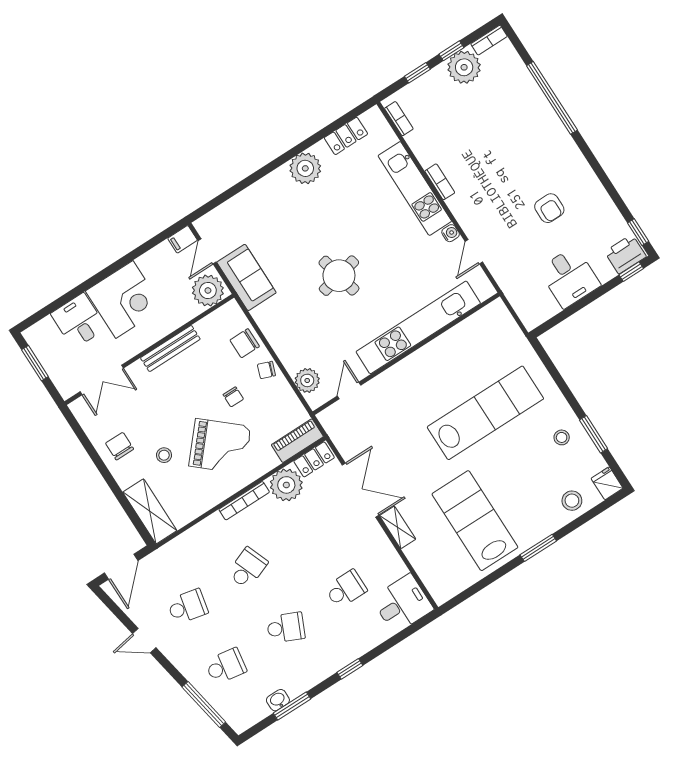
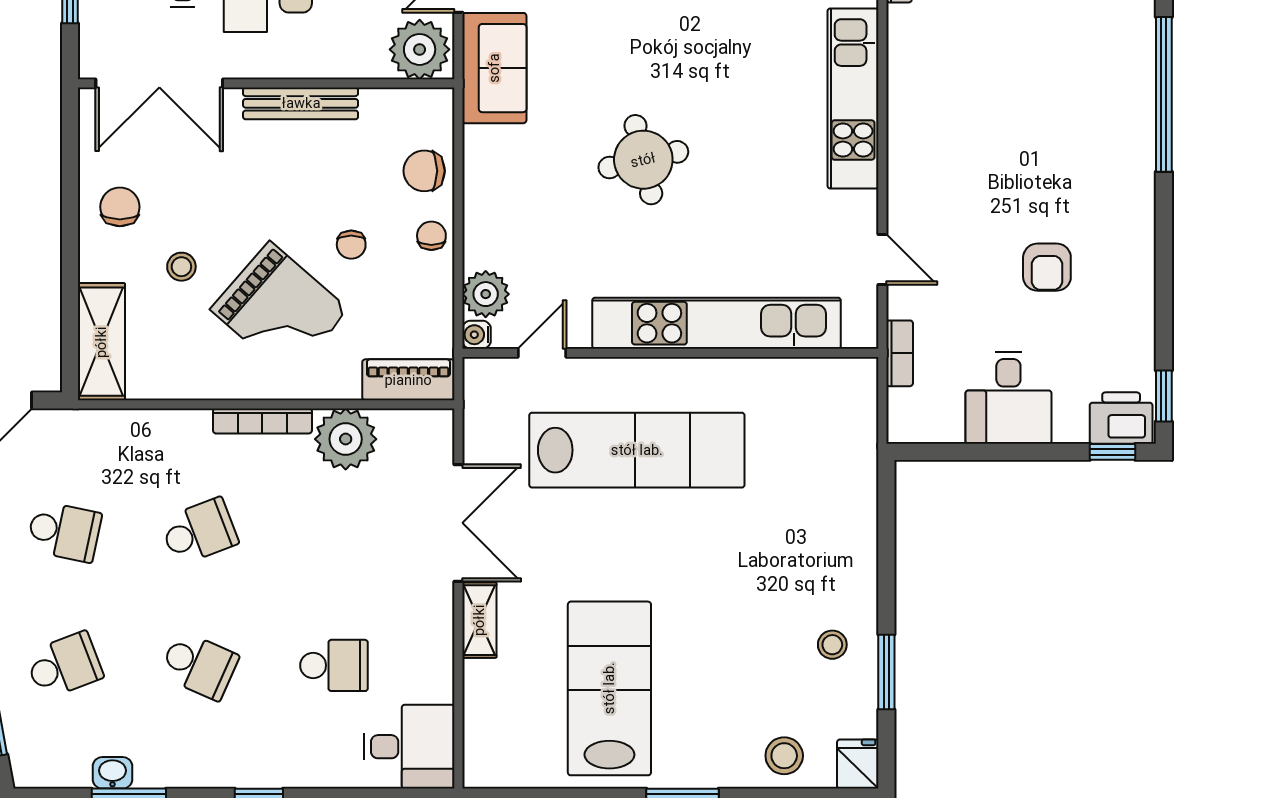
bookcase: (440, 182) -> (900, 353), moved
water cooler: (451, 233) -> (477, 335), moved, turned 180
door: (474, 252) -> (882, 259), swing flipped
chair: (266, 370) -> (431, 236), turned 70
double door: (102, 380) -> (159, 83), width x1.37
lab bench: (485, 413) -> (637, 450), moved
locker: (314, 459) -> (416, 427), removed
school desk: (226, 666) -> (64, 665), turned -30

